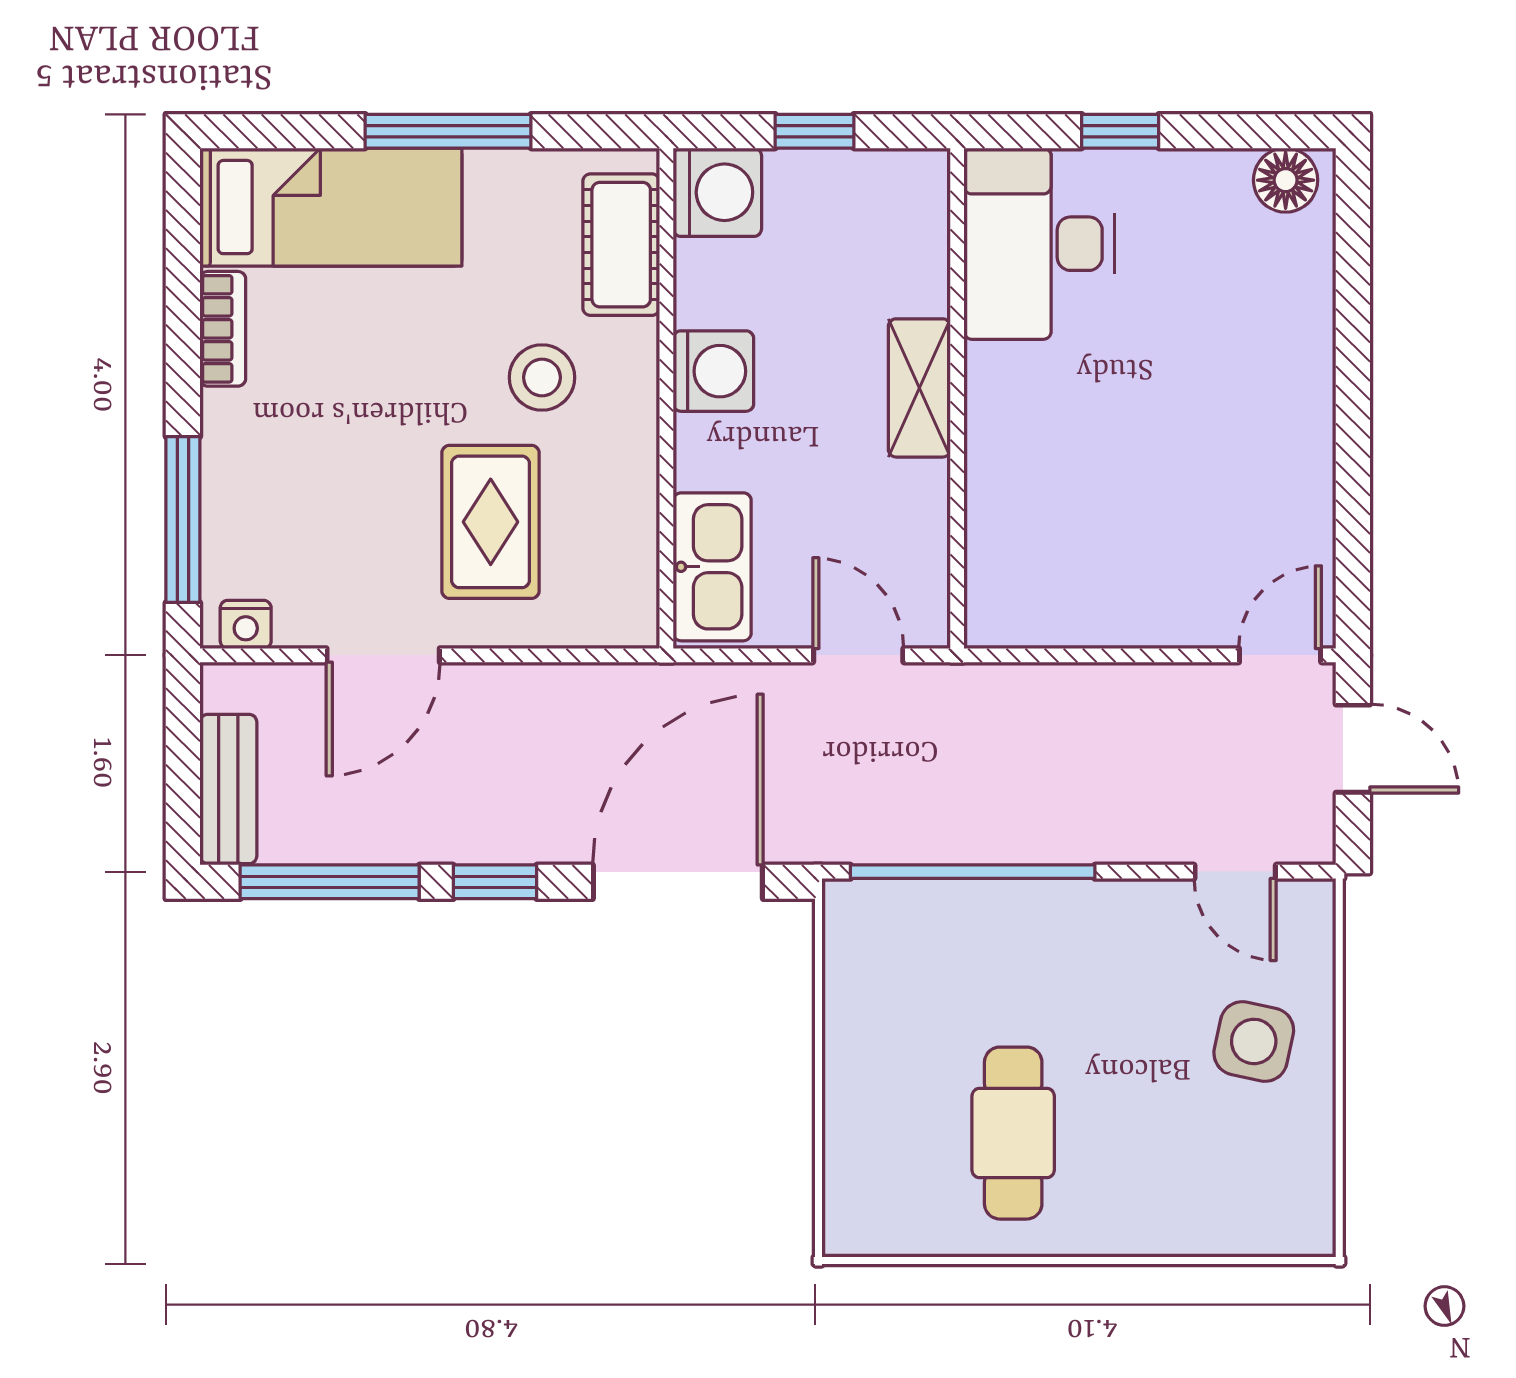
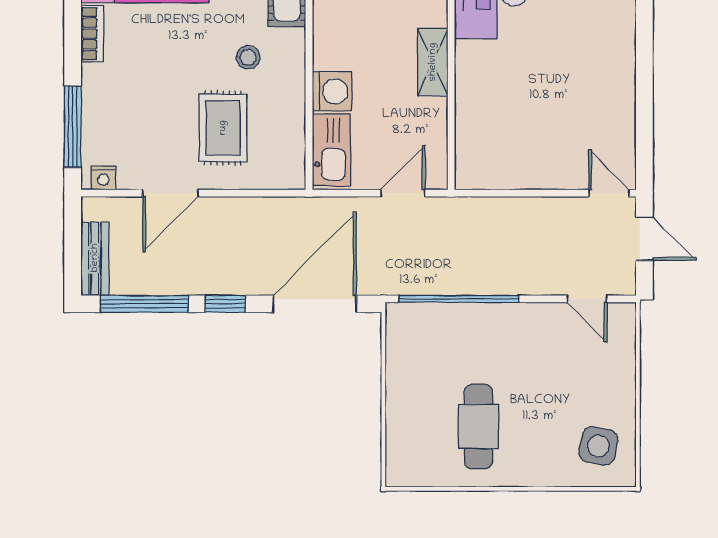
washing machine: (713, 371) -> (332, 91), moved
stool: (542, 377) -> (248, 57), width x0.73, depth x0.73
door: (858, 655) -> (403, 193), hinge flipped
door: (1280, 655) -> (609, 193), hinge flipped
side table: (1254, 1041) -> (598, 446), moved

